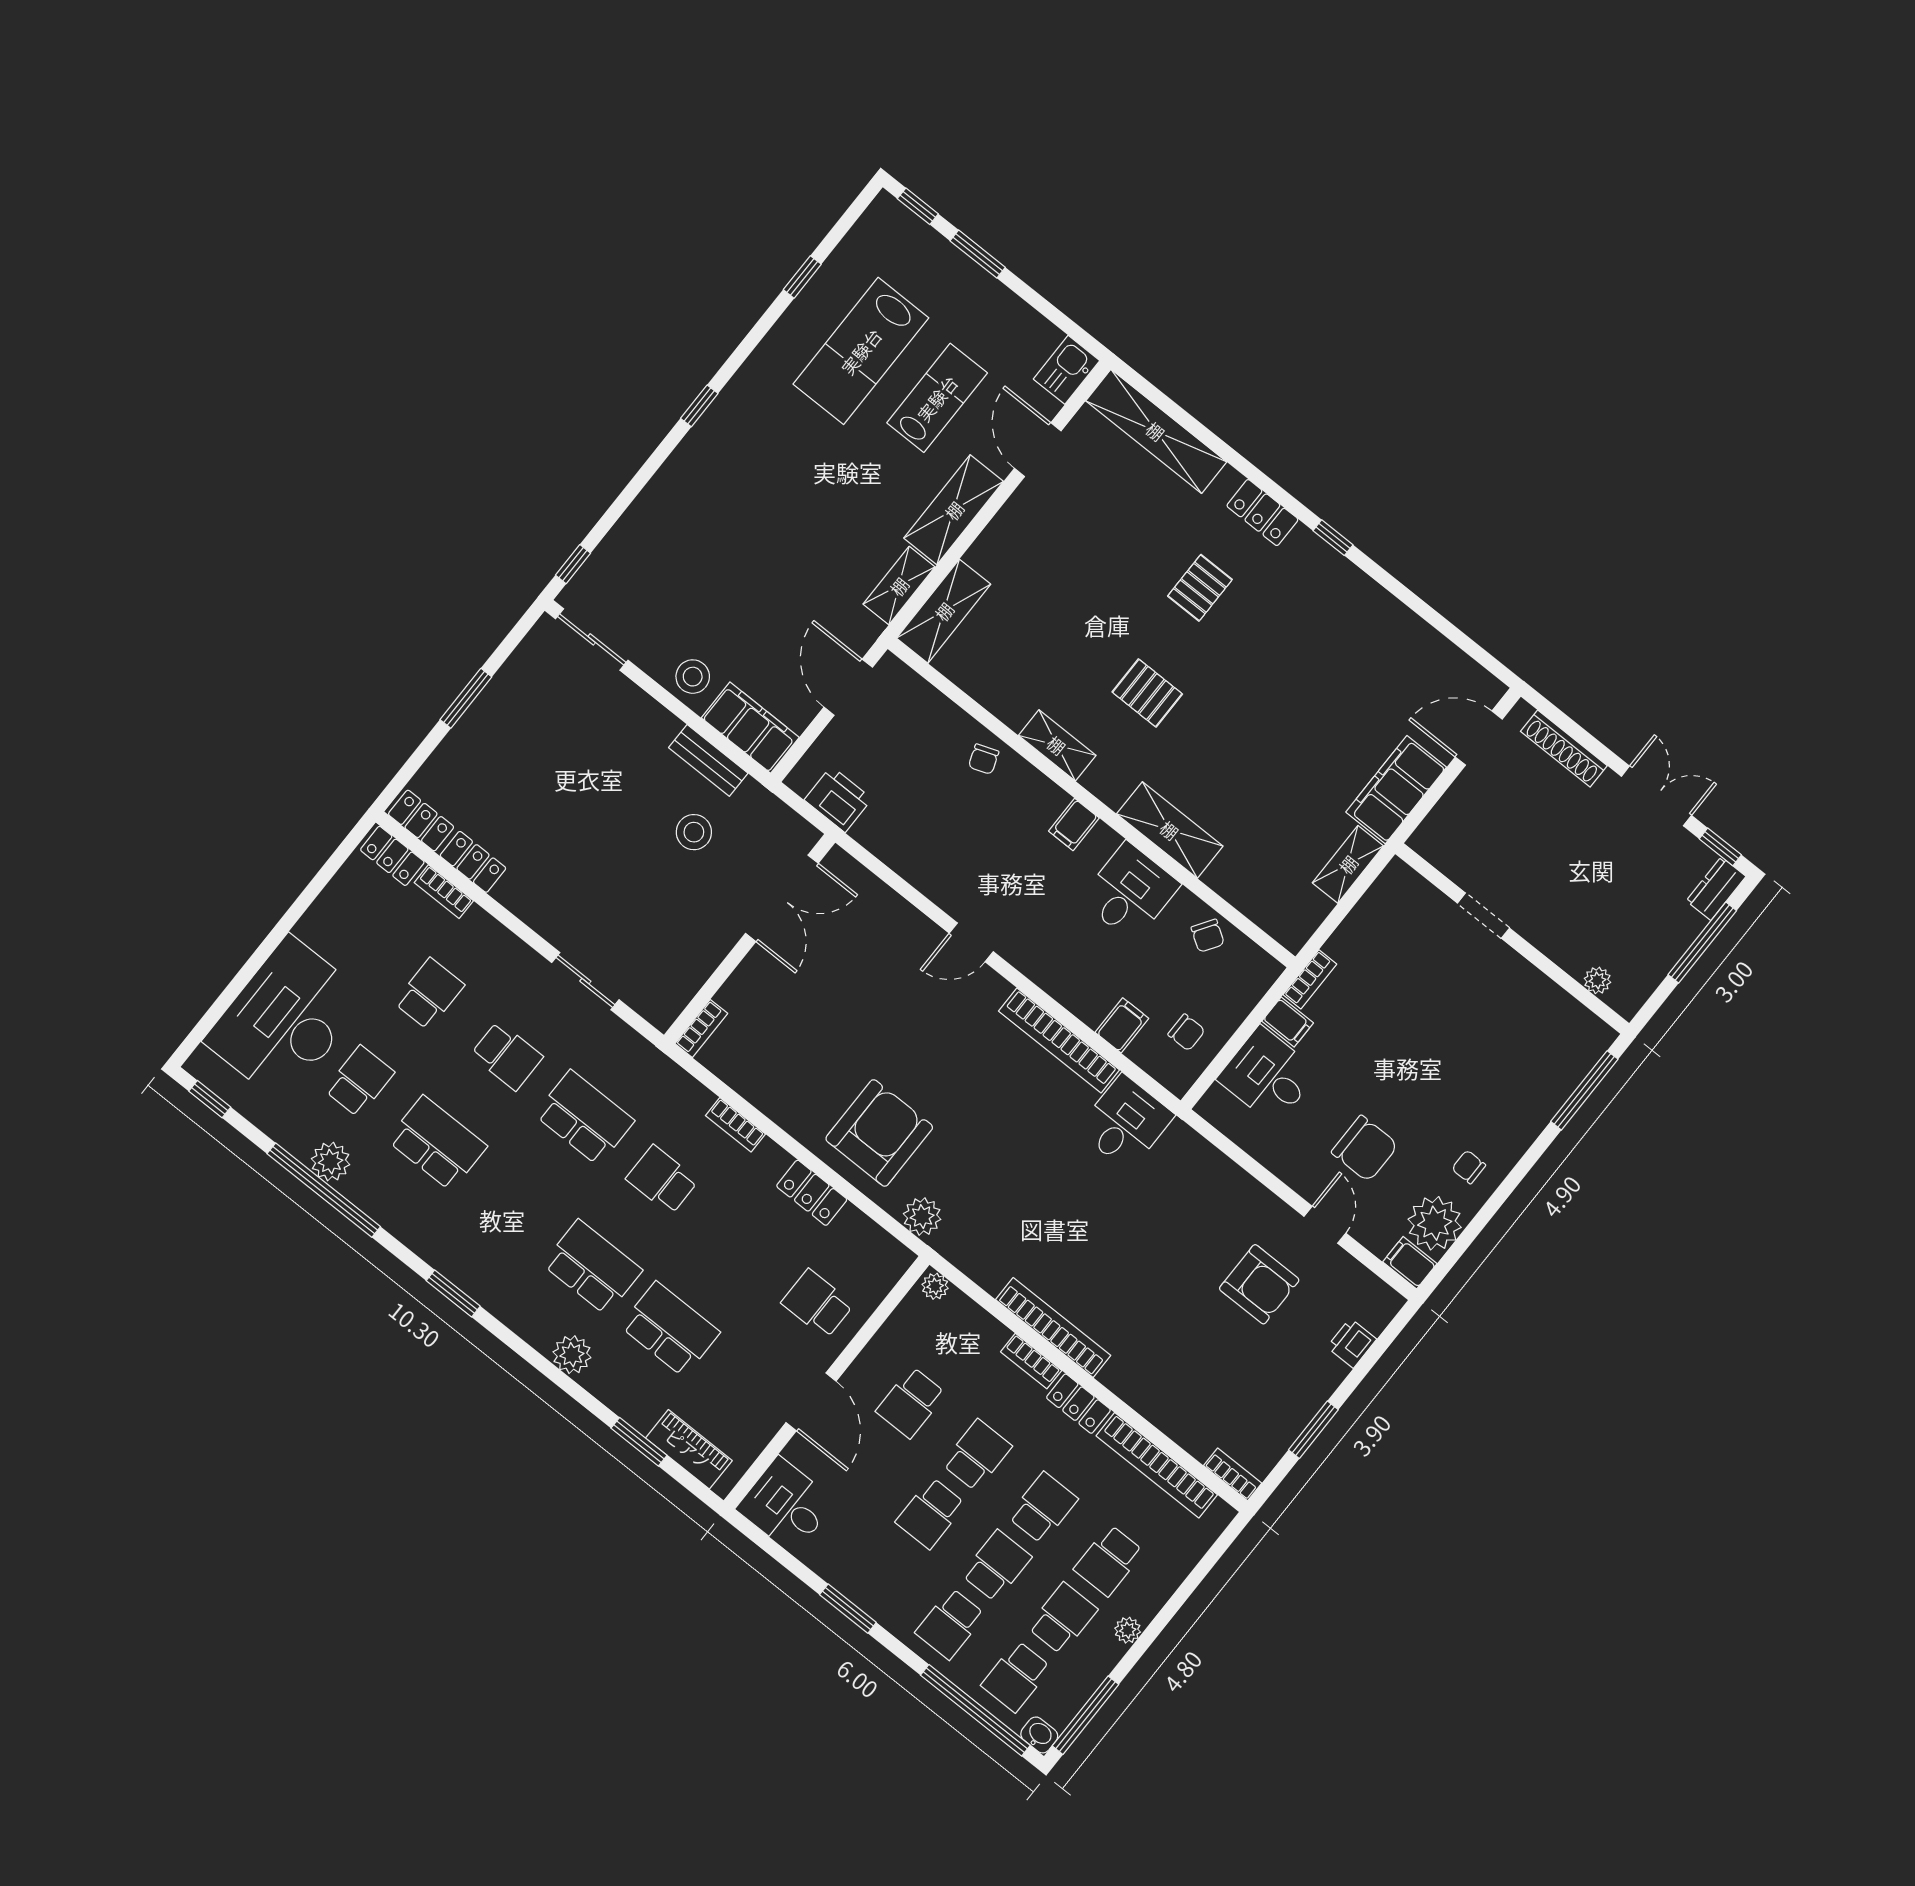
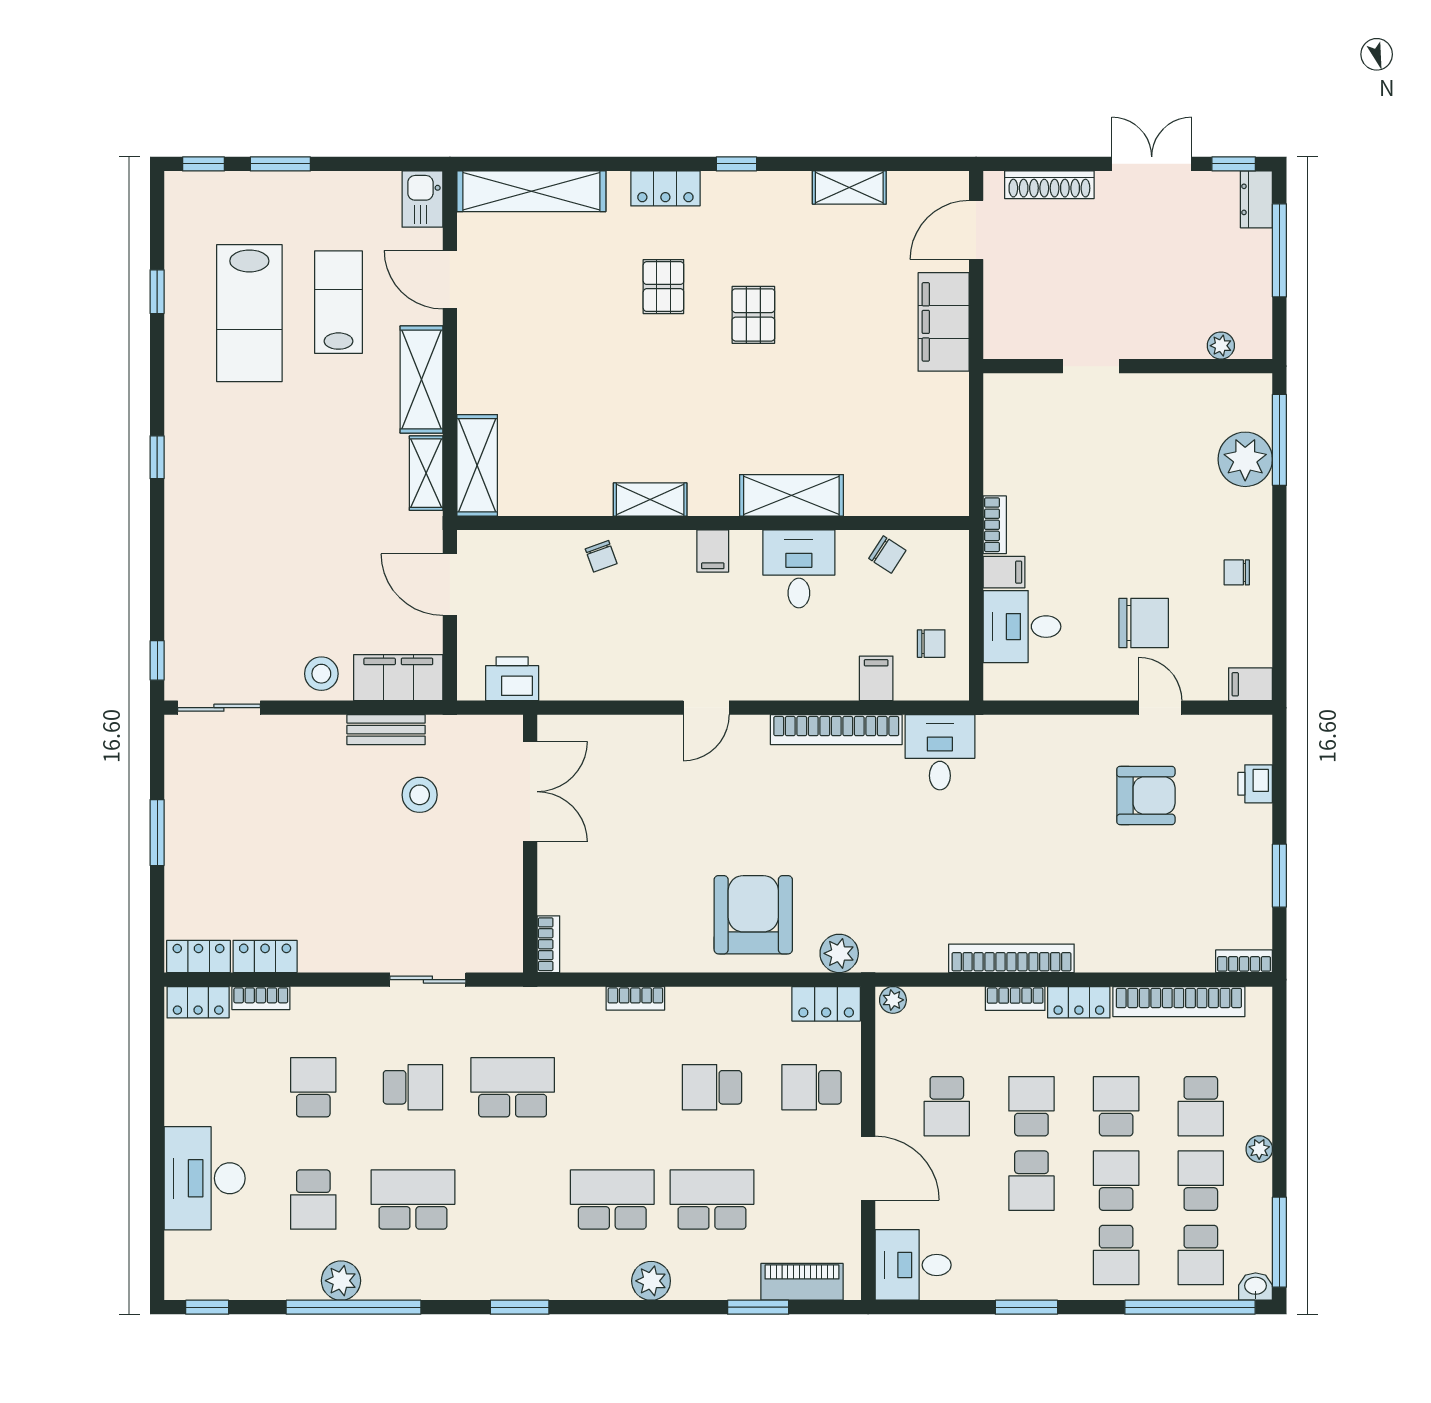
pallet: (1147, 693) -> (753, 315), moved, turned 90
shelving: (1348, 864) -> (849, 188), moved, turned 90
desk: (286, 1019) -> (205, 1178), width x0.73, depth x0.77
school desk: (359, 1081) -> (313, 1200), turned 180
school desk: (662, 1180) -> (712, 1087), moved
locker: (812, 1193) -> (826, 1004), moved
plant: (1435, 1223) -> (1245, 459), moved

